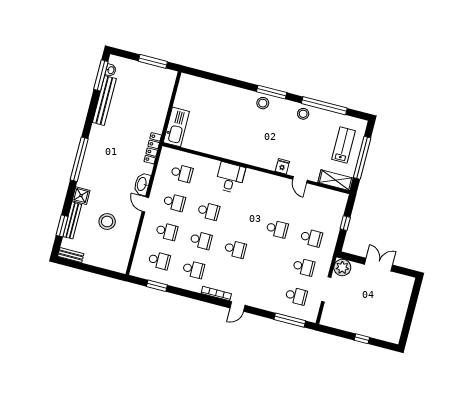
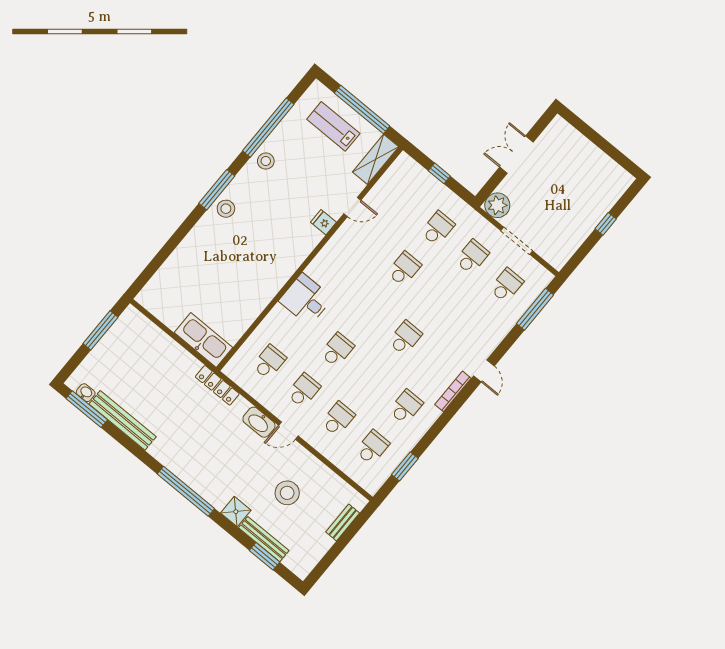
school desk: (201, 240) -> (372, 378), removed
bench: (71, 255) -> (343, 523), moved

